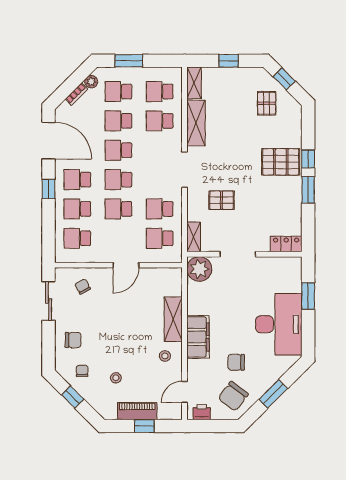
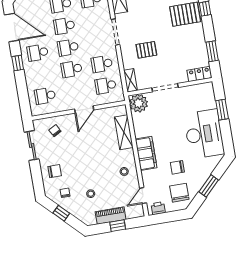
window: (308, 190) -> (212, 51), moved
school desk: (77, 209) -> (41, 74), removed
shelving: (173, 319) -> (124, 132), moved
chair: (233, 396) -> (179, 193), turned 143

